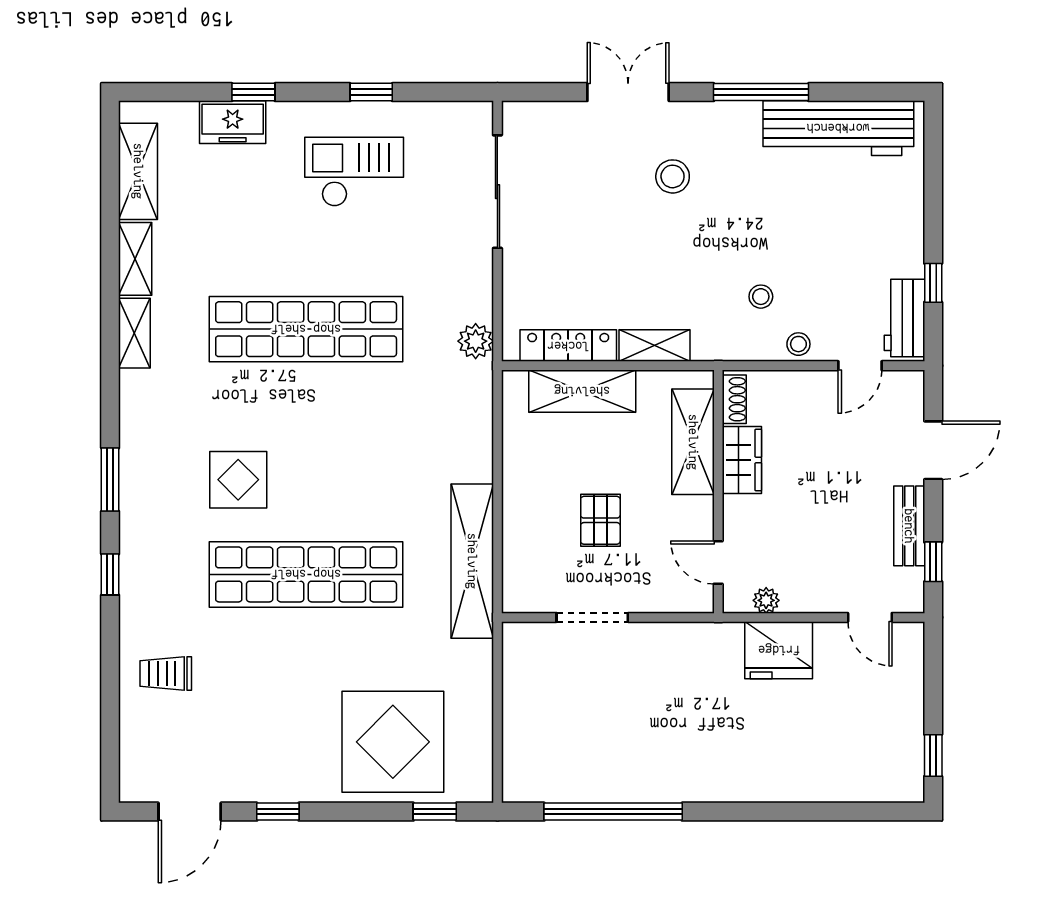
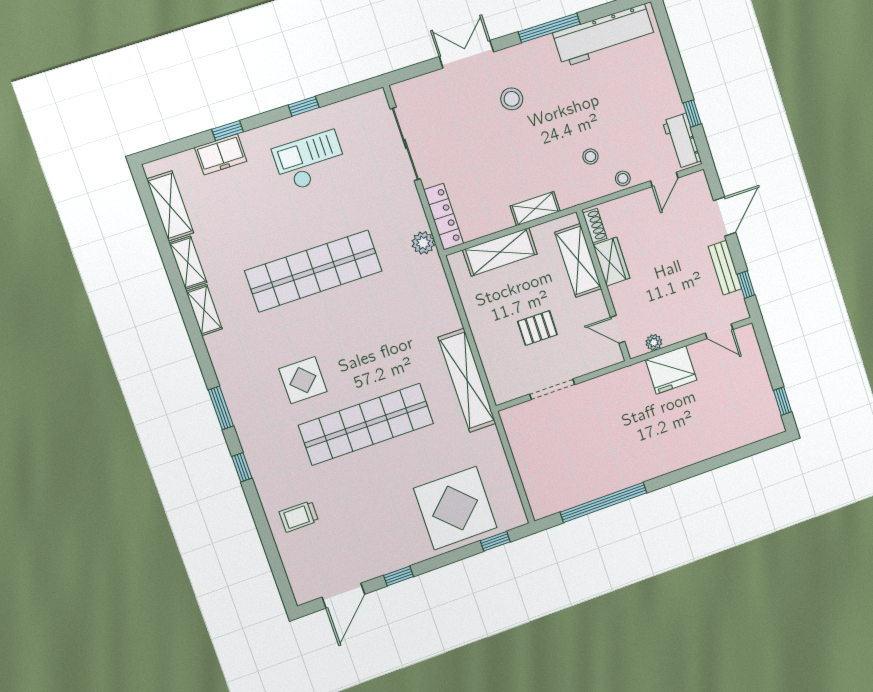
locker: (568, 346) -> (444, 217), moved, turned 90
pallet: (600, 520) -> (537, 328), turned 90

